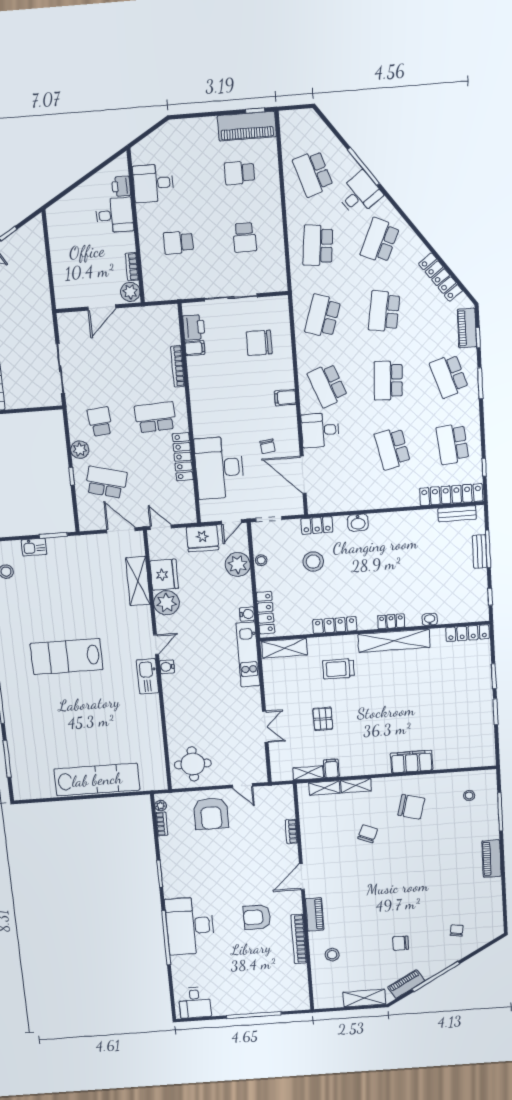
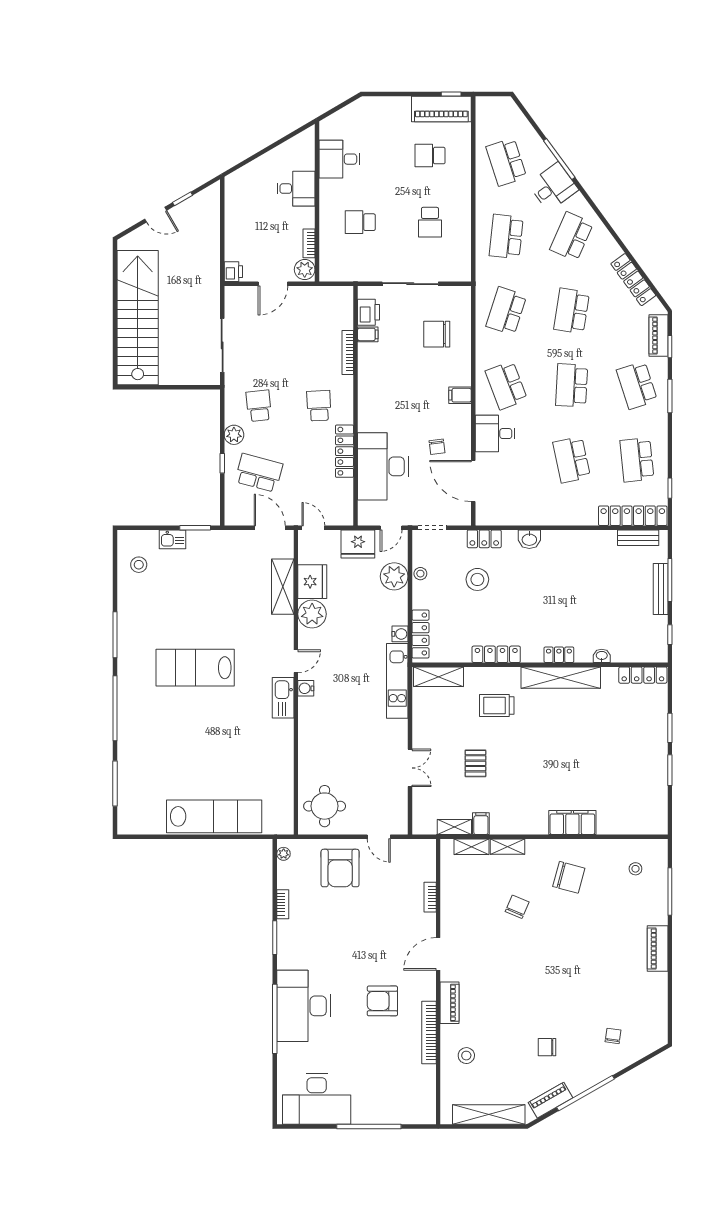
printer: (121, 186) -> (233, 272), moved, turned 180
school desk: (155, 417) -> (319, 406), width x0.54
bench: (480, 551) -> (661, 589), width x1.36
bookcase: (162, 824) -> (283, 904), moved
shelving: (364, 998) -> (489, 1115), width x1.47
desk: (195, 1003) -> (317, 1099), width x1.87, depth x1.30

